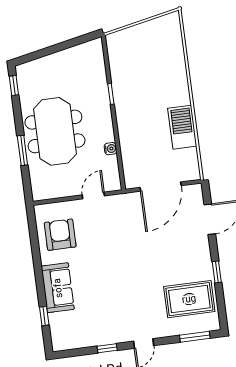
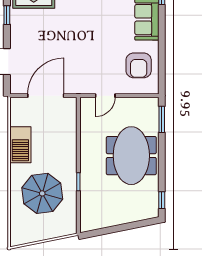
parasol: (150, 75) -> (42, 193), added
water cooler: (110, 149) -> (85, 134), removed
window: (22, 150) -> (162, 119), moved

